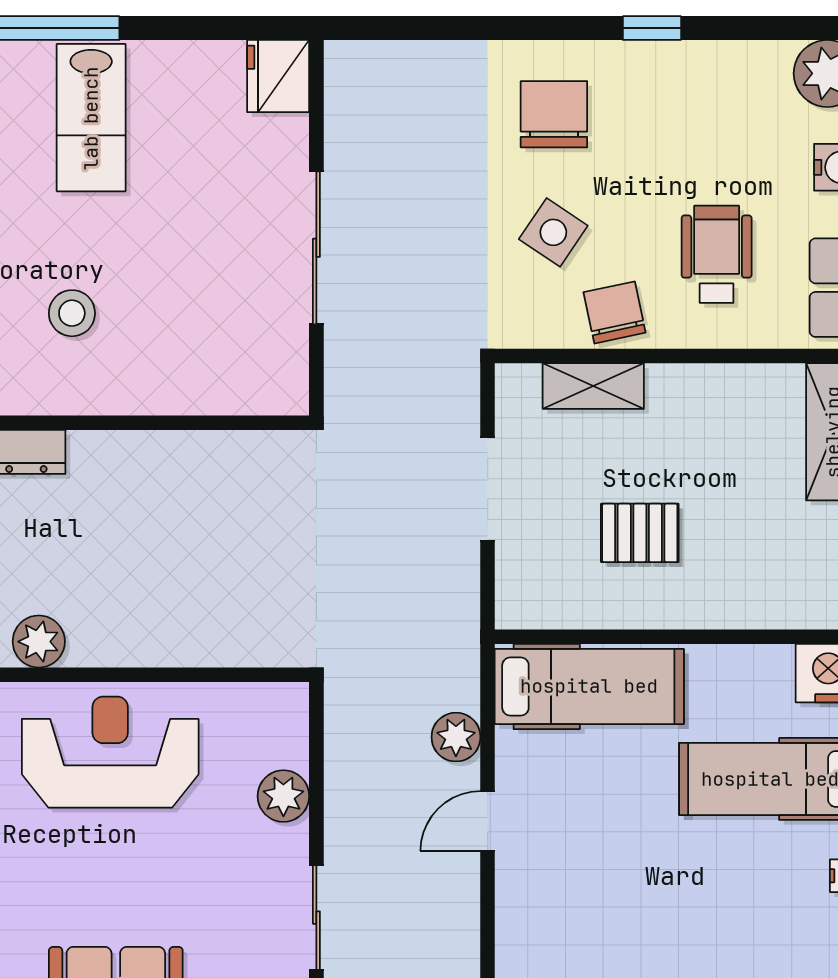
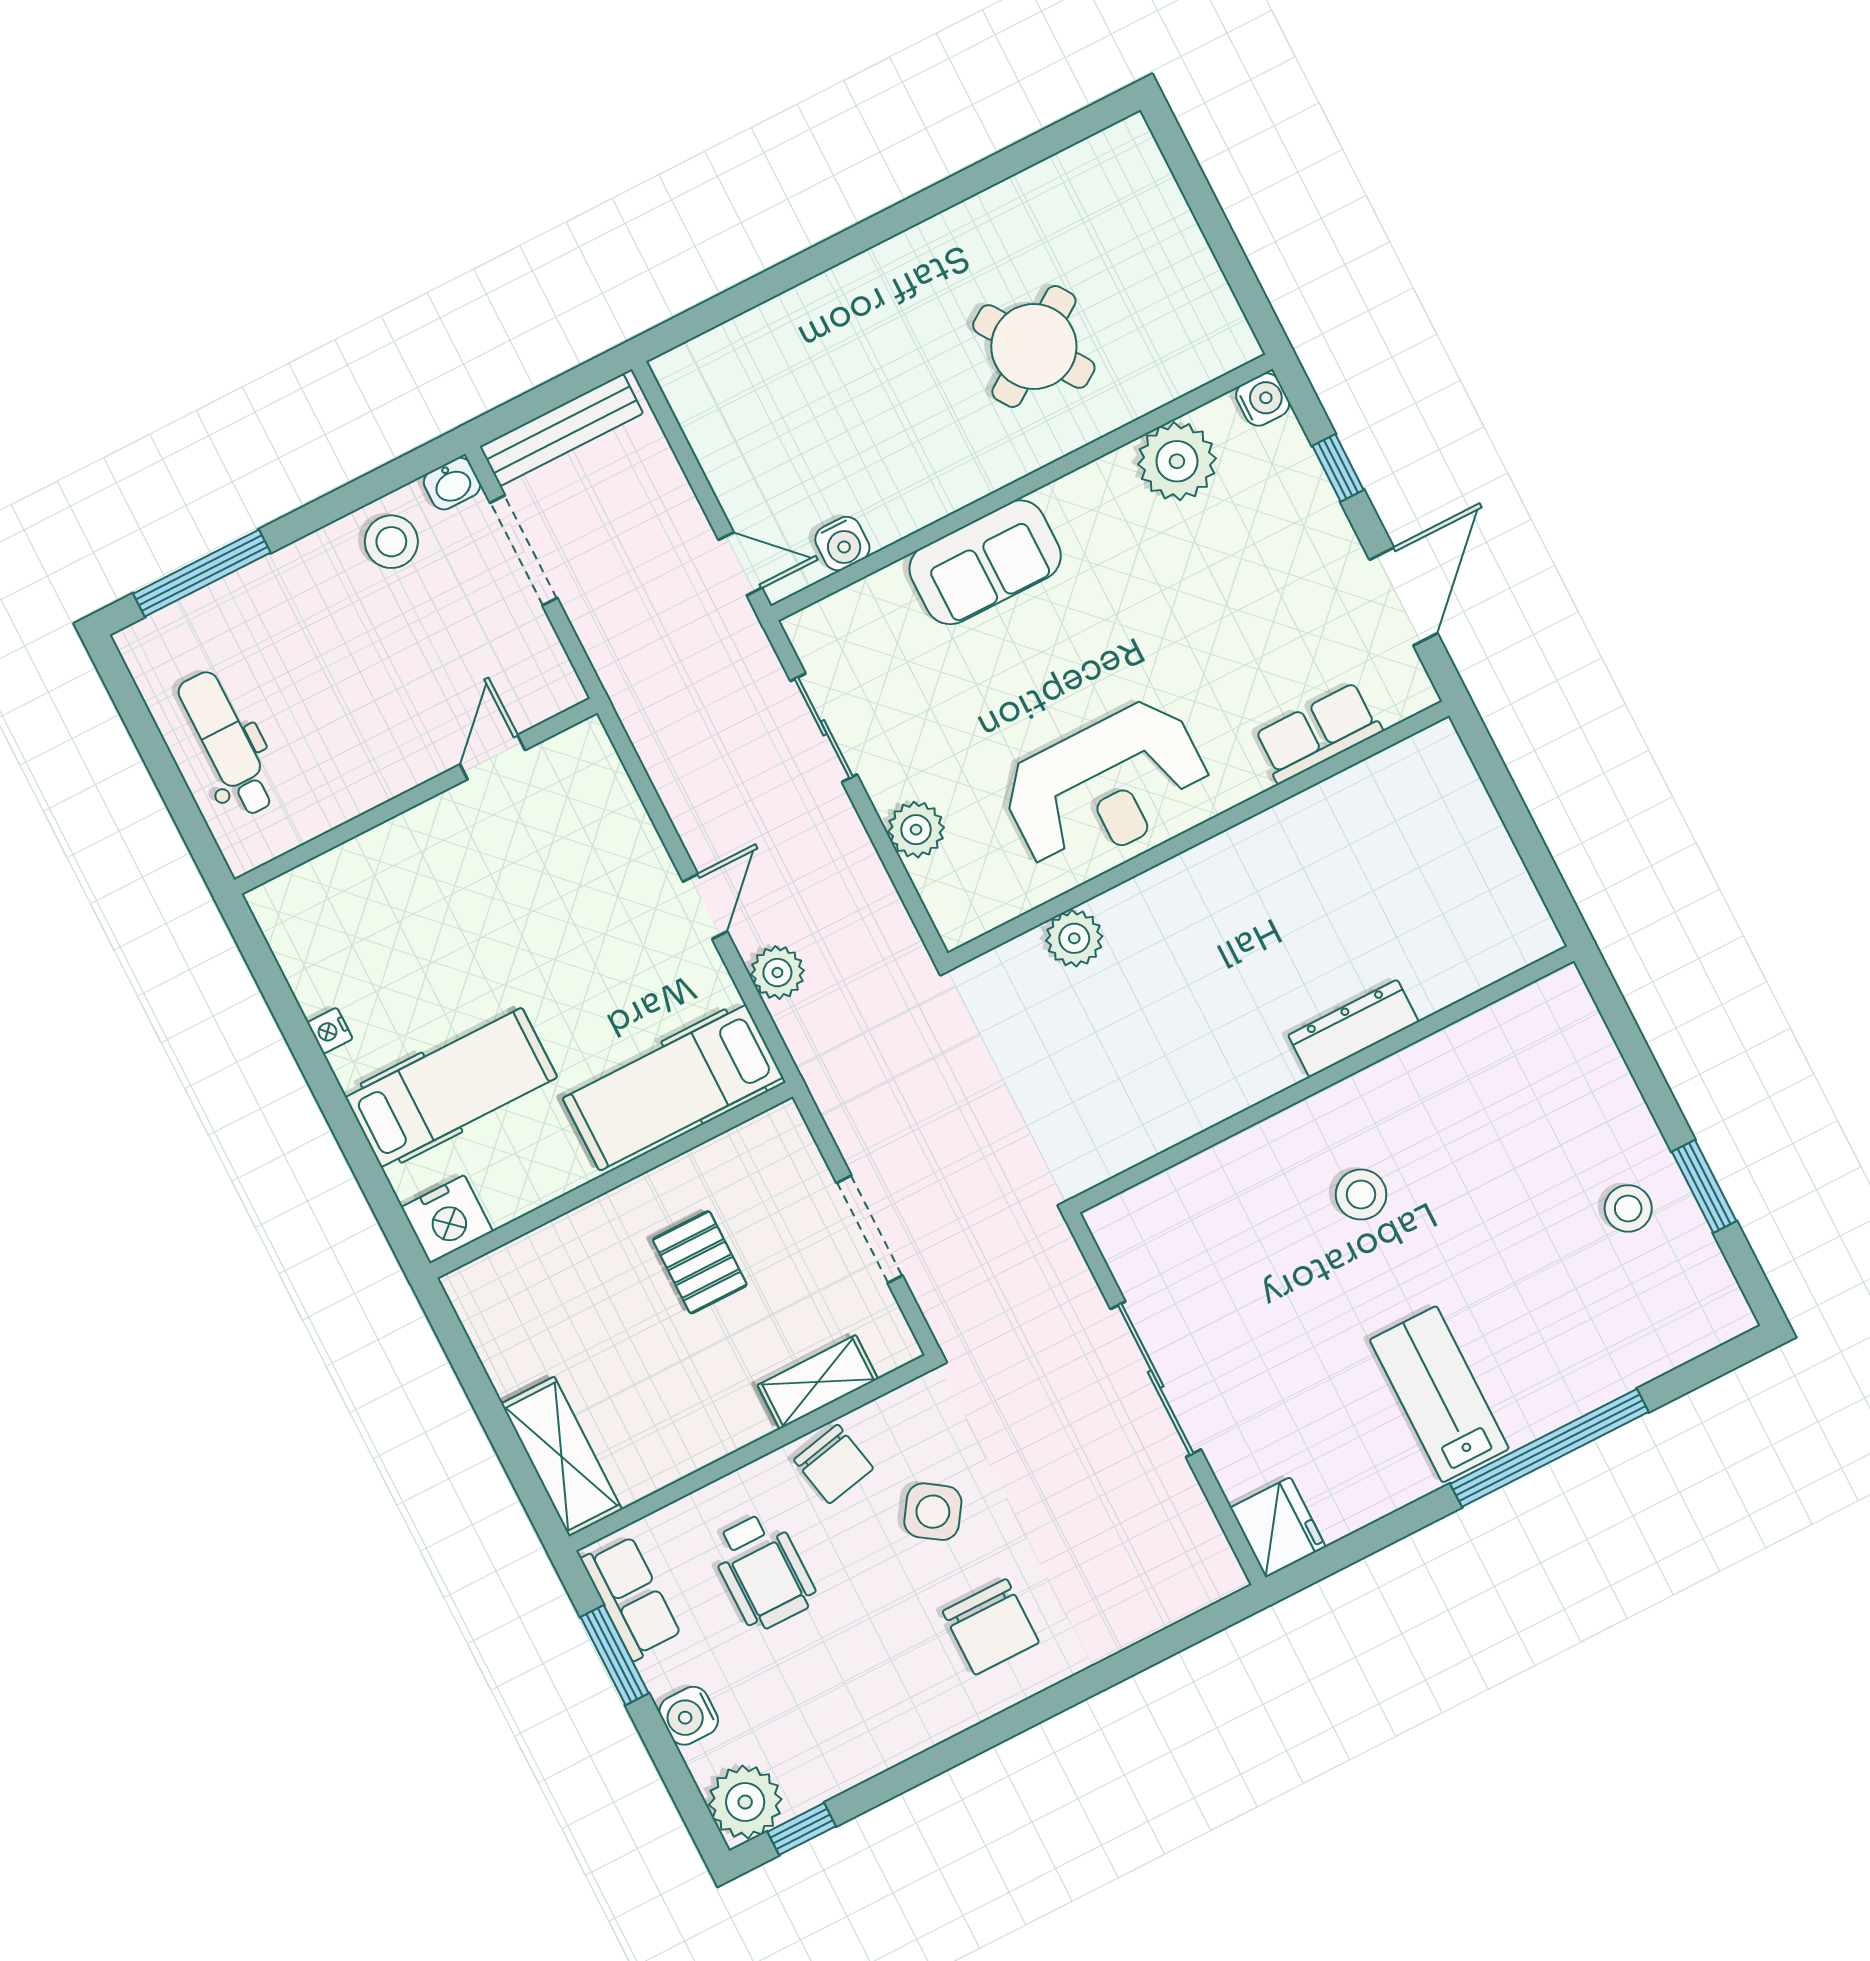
window: (652, 28) -> (802, 1829), moved
pallet: (640, 533) -> (700, 1262), turned 90
plant: (39, 642) -> (1074, 938), moved

